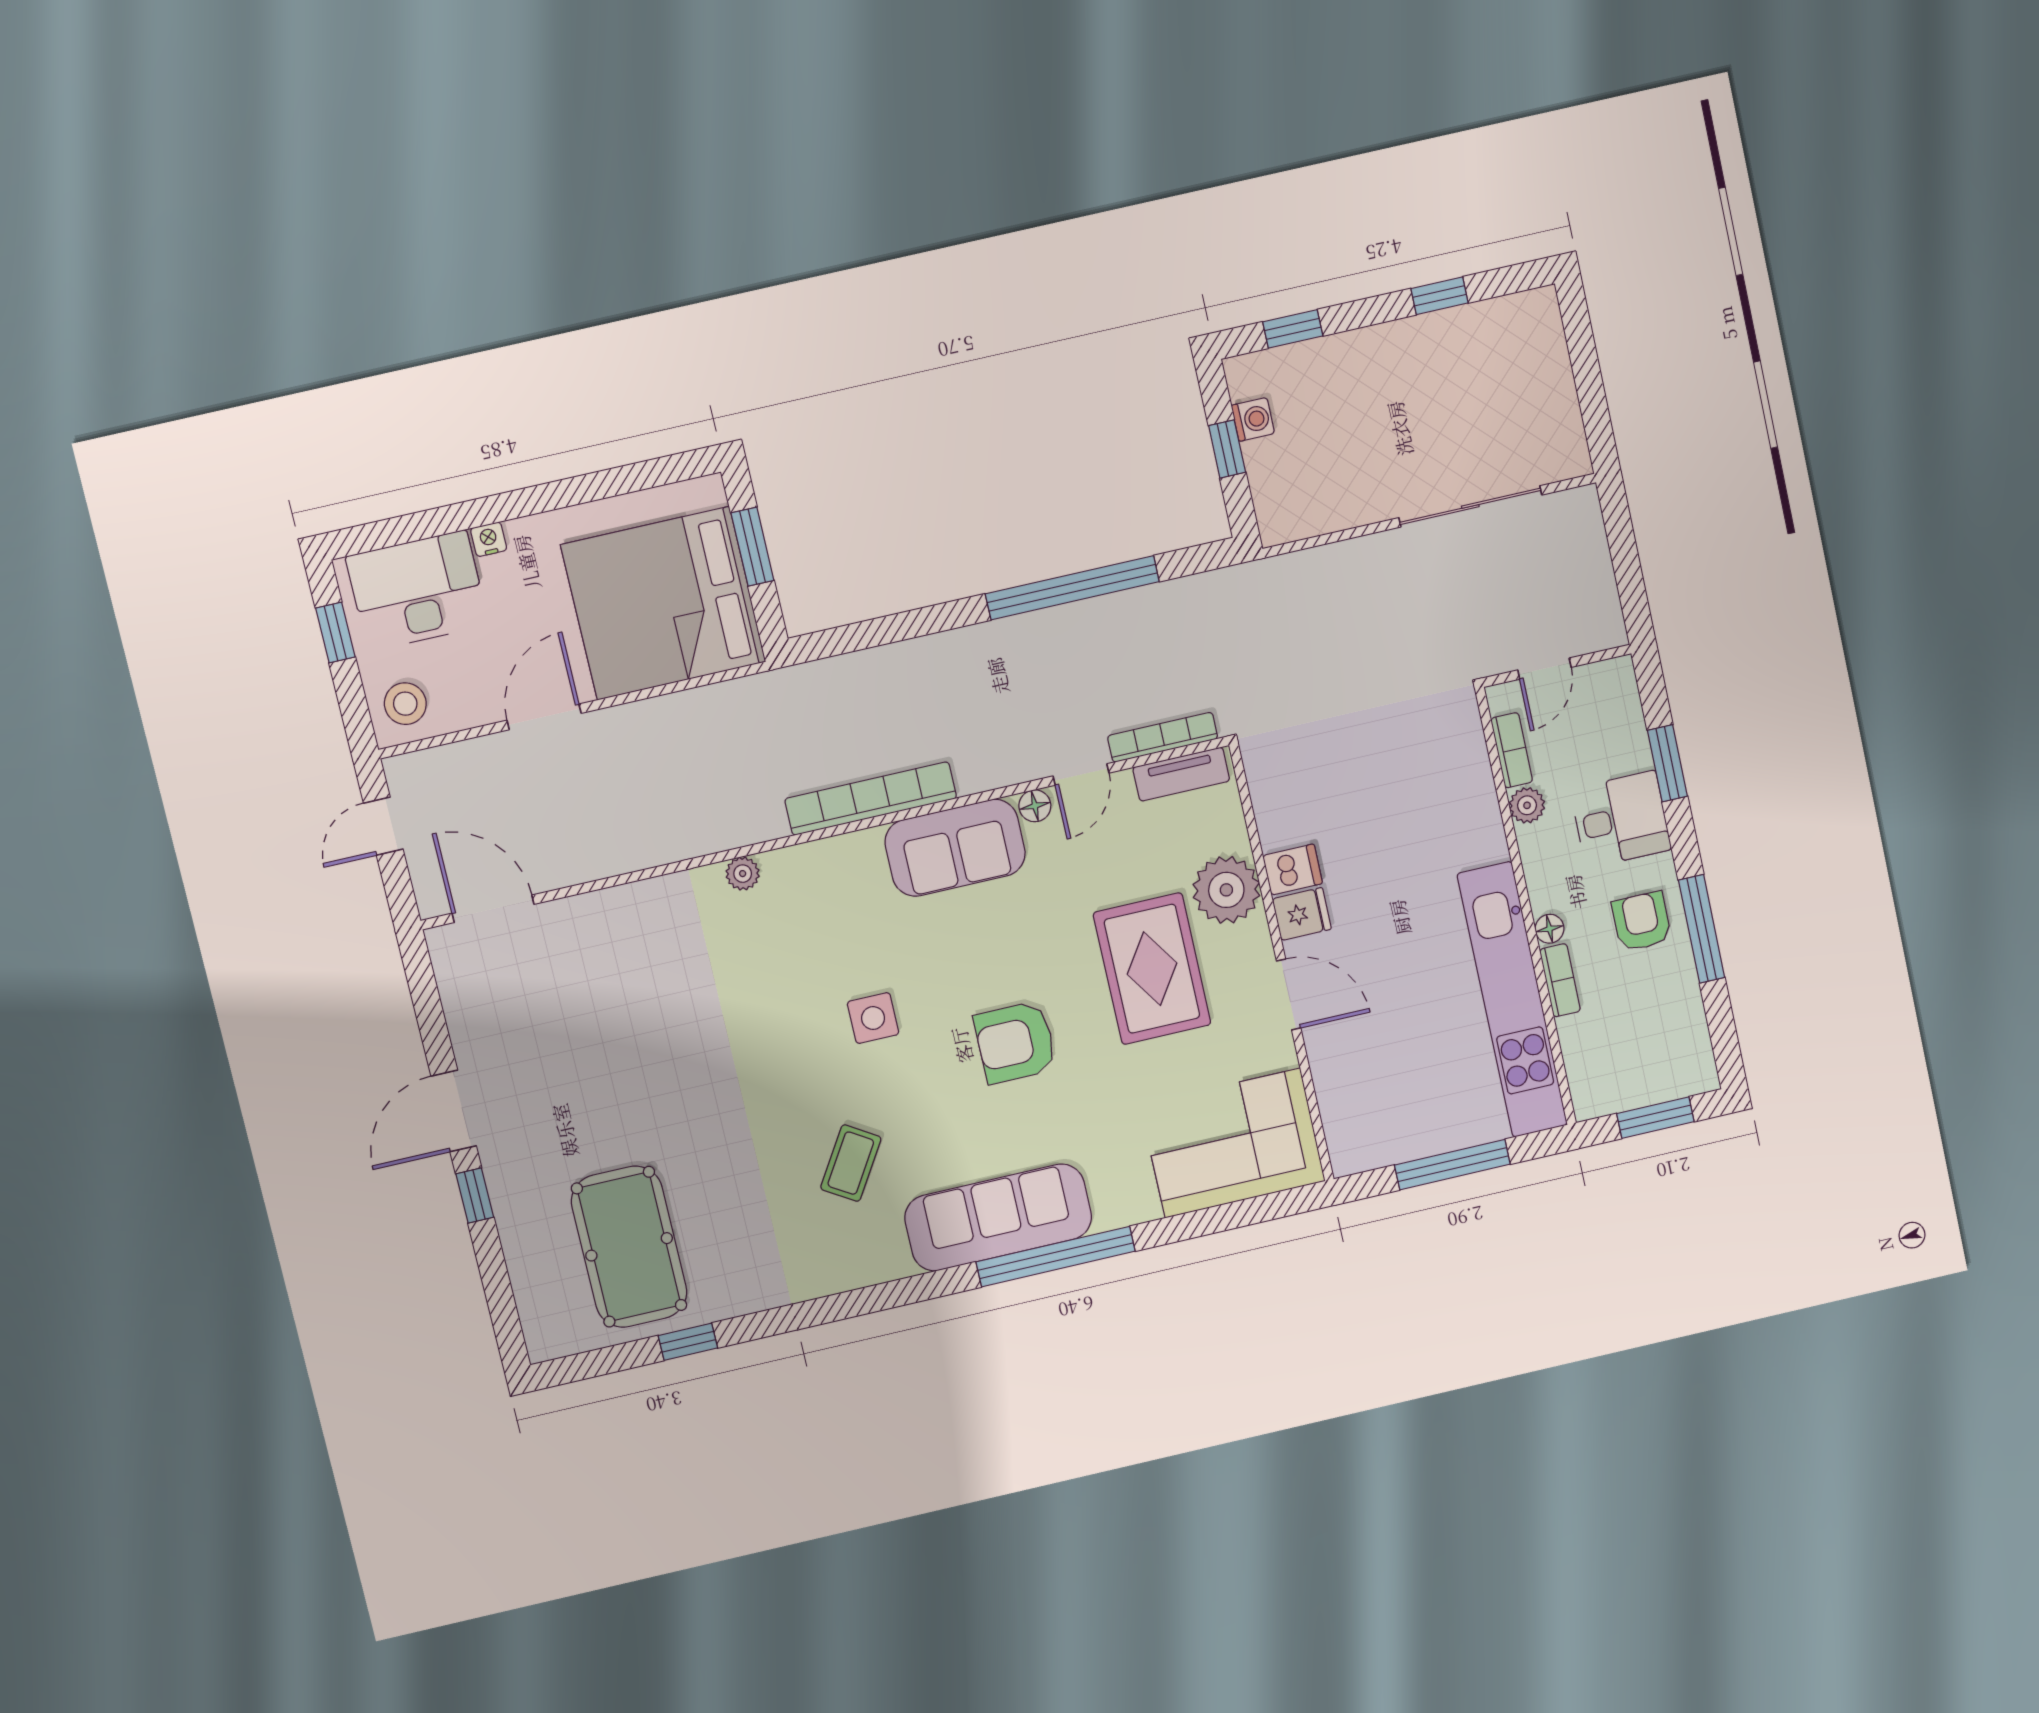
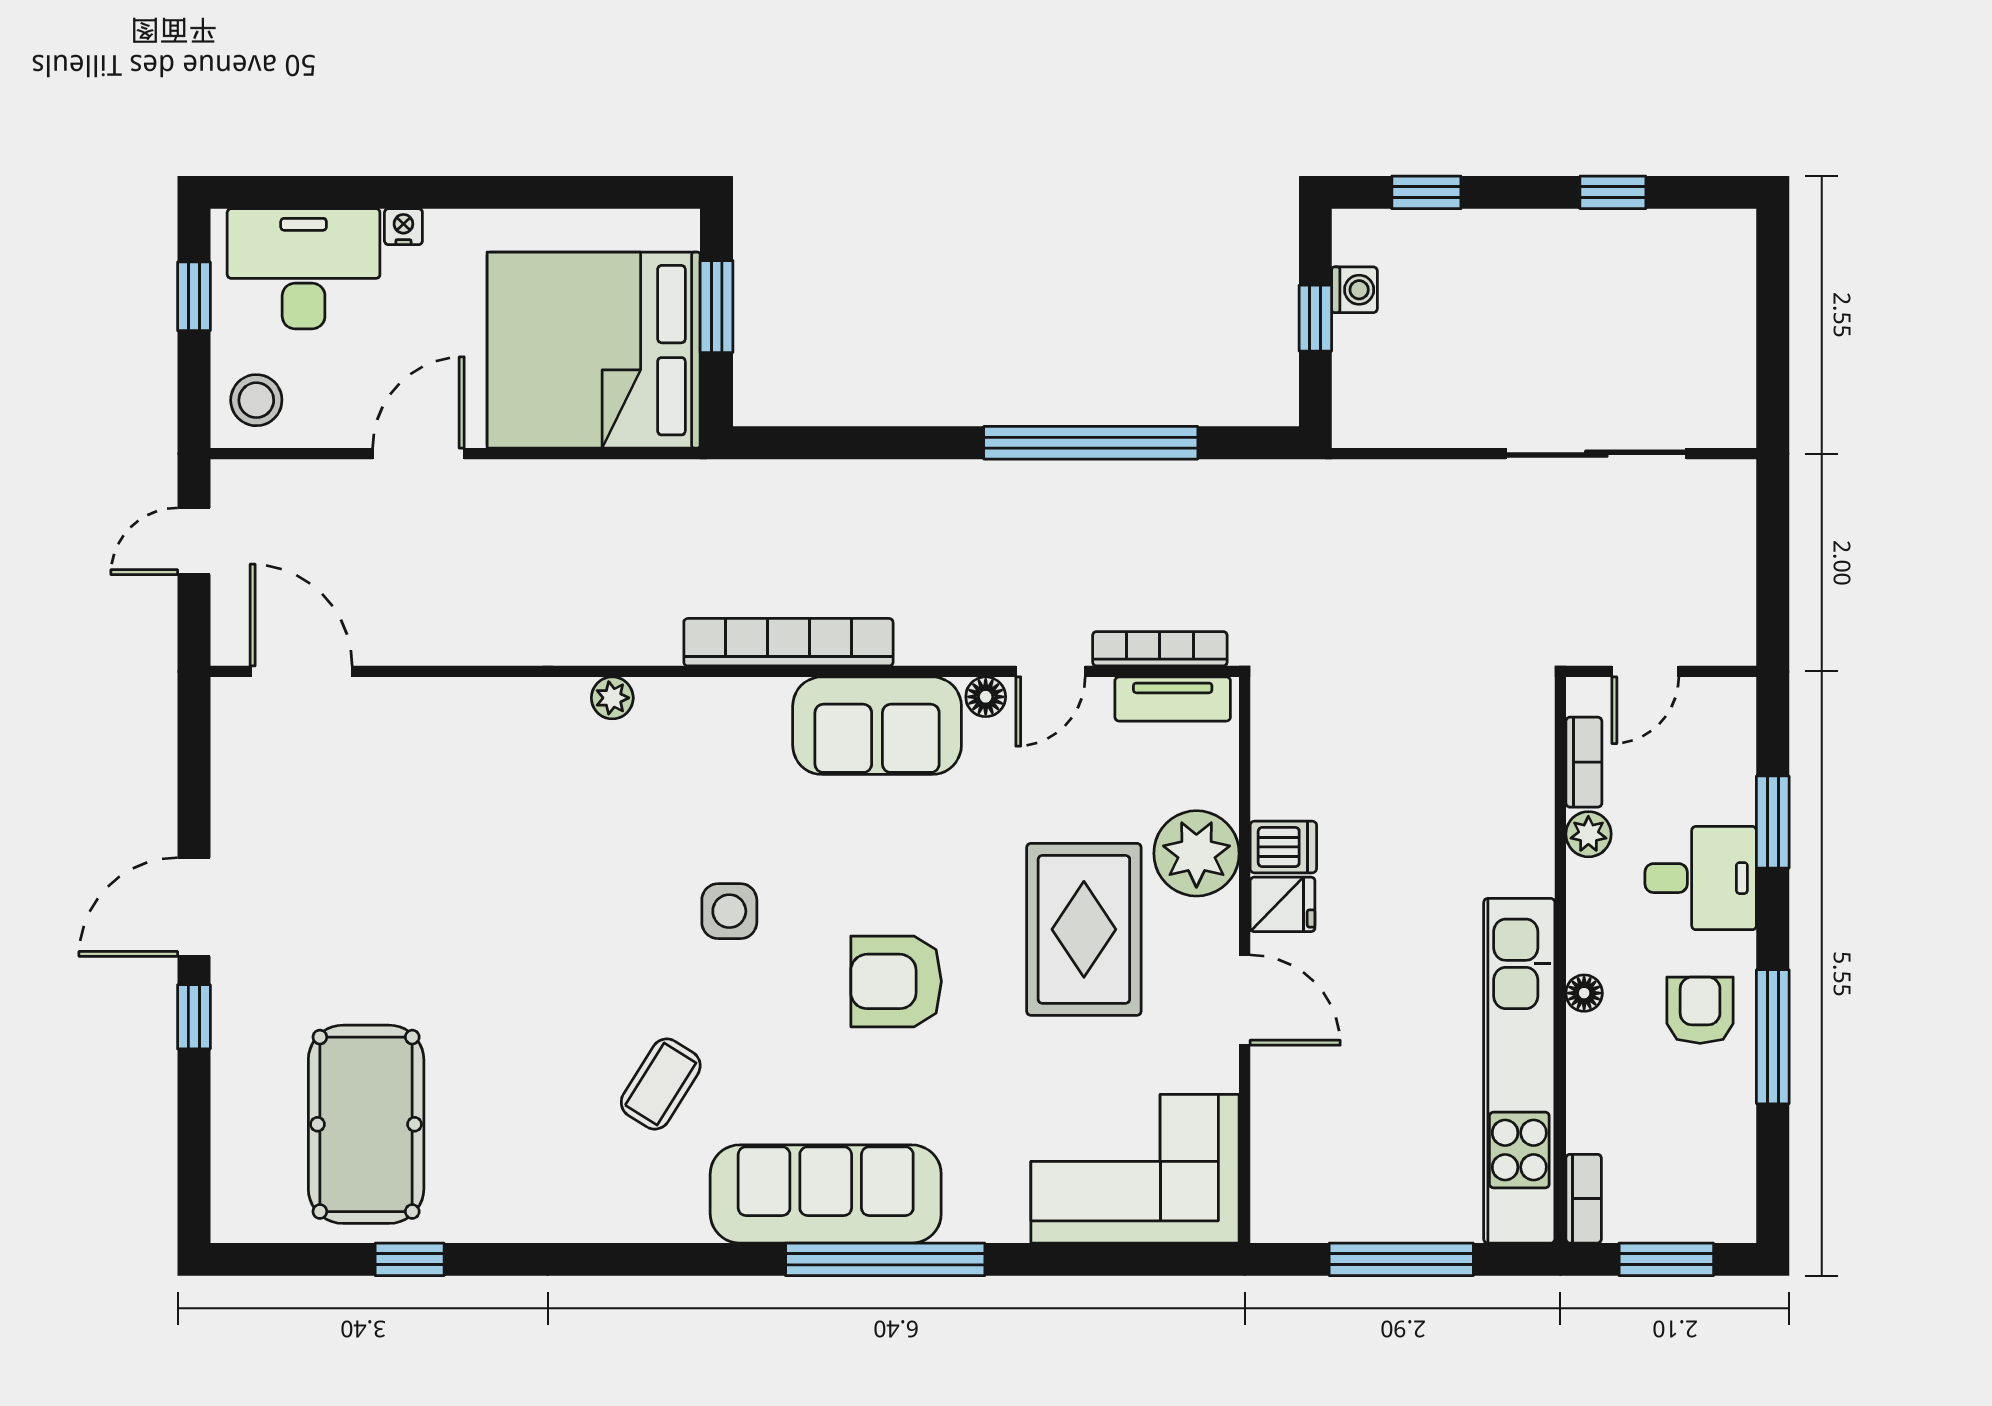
bookcase: (1560, 980) -> (1584, 1199), moved

